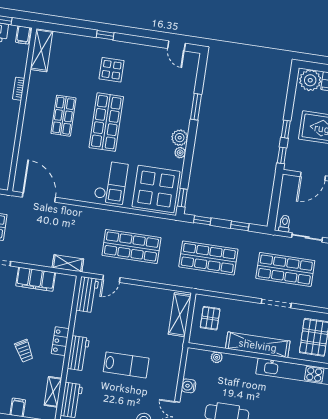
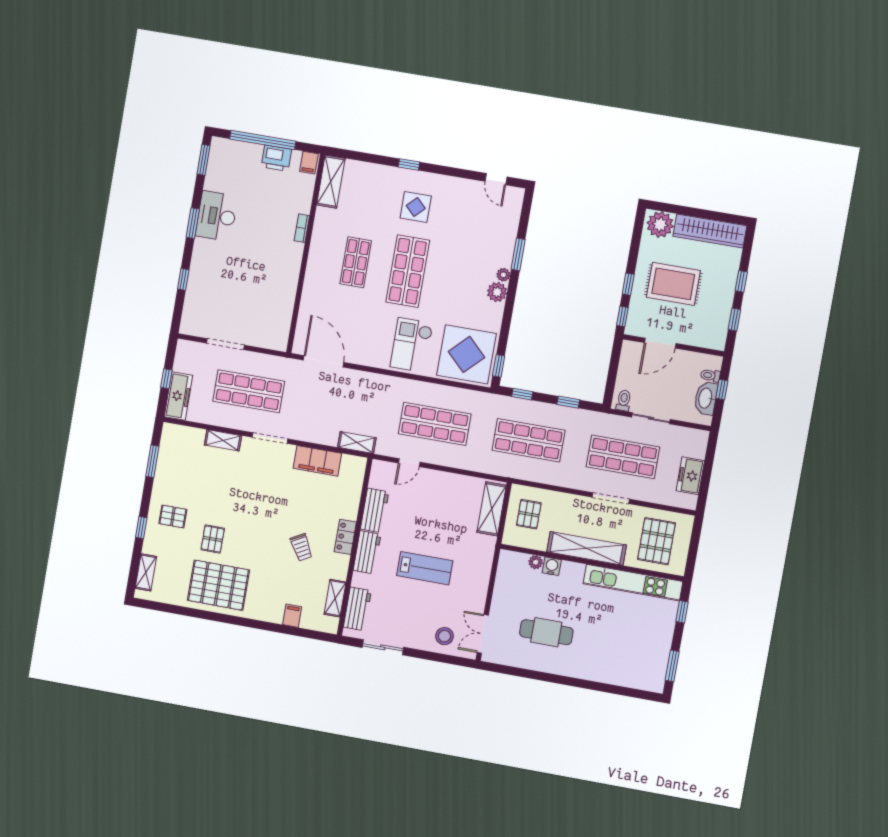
plant: (180, 153) -> (503, 275), moved
checkout: (111, 182) -> (412, 345), turned 180
workbench: (87, 295) -> (375, 510), moved
water cooler: (189, 386) -> (552, 566), moved, turned 90

